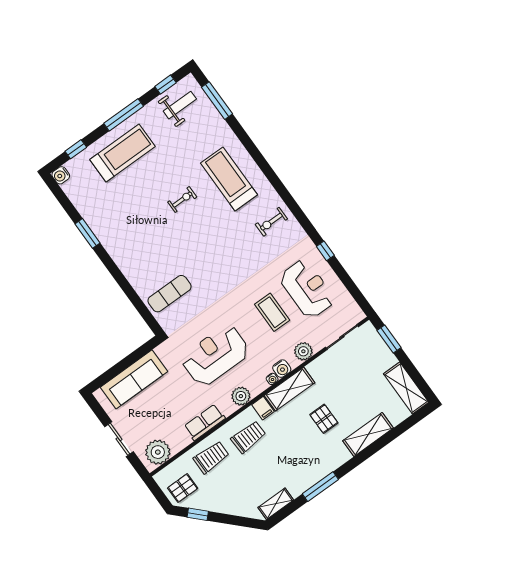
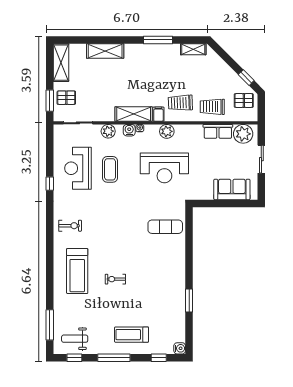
treadmill: (122, 153) -> (132, 335), width x0.73, depth x0.73
sofa: (134, 379) -> (232, 189), width x0.73
pallet: (324, 419) -> (66, 98), moved, turned 90
row of seats: (205, 422) -> (218, 131), moved

